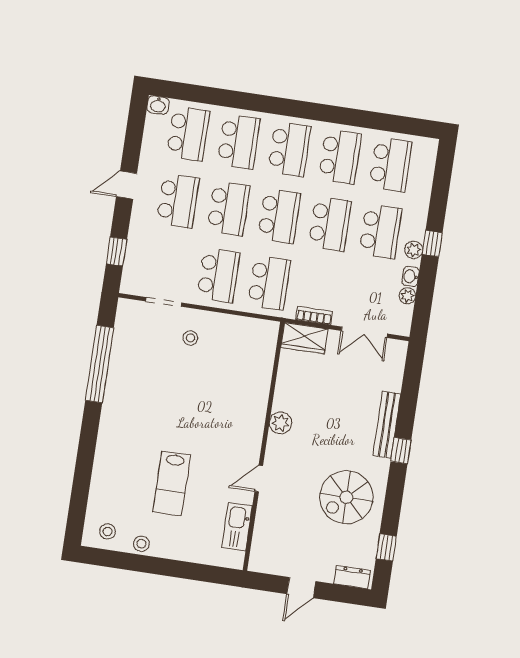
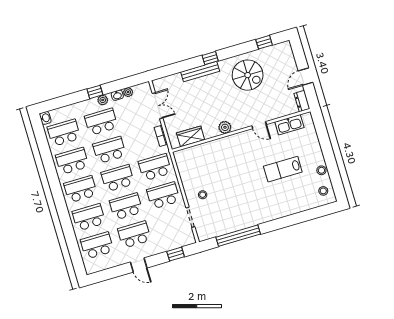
washbasin: (158, 105) -> (45, 118), moved
wardrobe: (304, 338) -> (191, 136), moved, turned -90
lab bench: (172, 483) -> (283, 169), turned 180
dresser: (352, 577) -> (302, 101), moved
door: (301, 588) -> (306, 77), swing flipped

